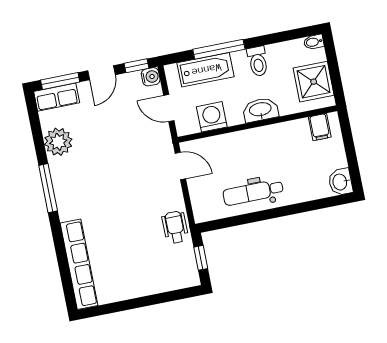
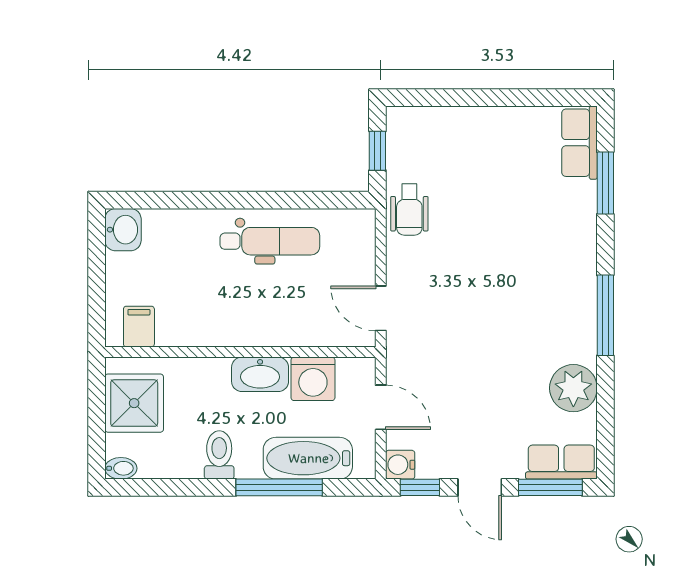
door: (101, 73) -> (480, 487), swing flipped
washbasin: (260, 110) -> (260, 374), moved
row of seats: (79, 264) -> (580, 143), width x0.50
window: (64, 266) -> (605, 183), added

